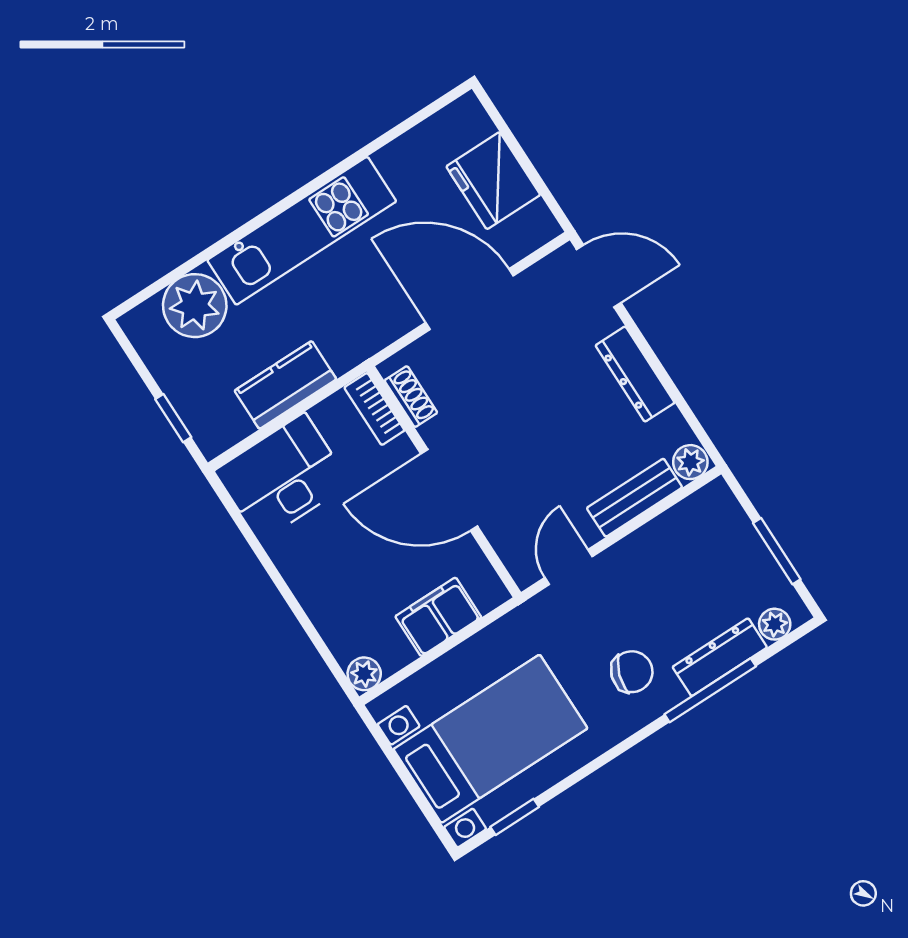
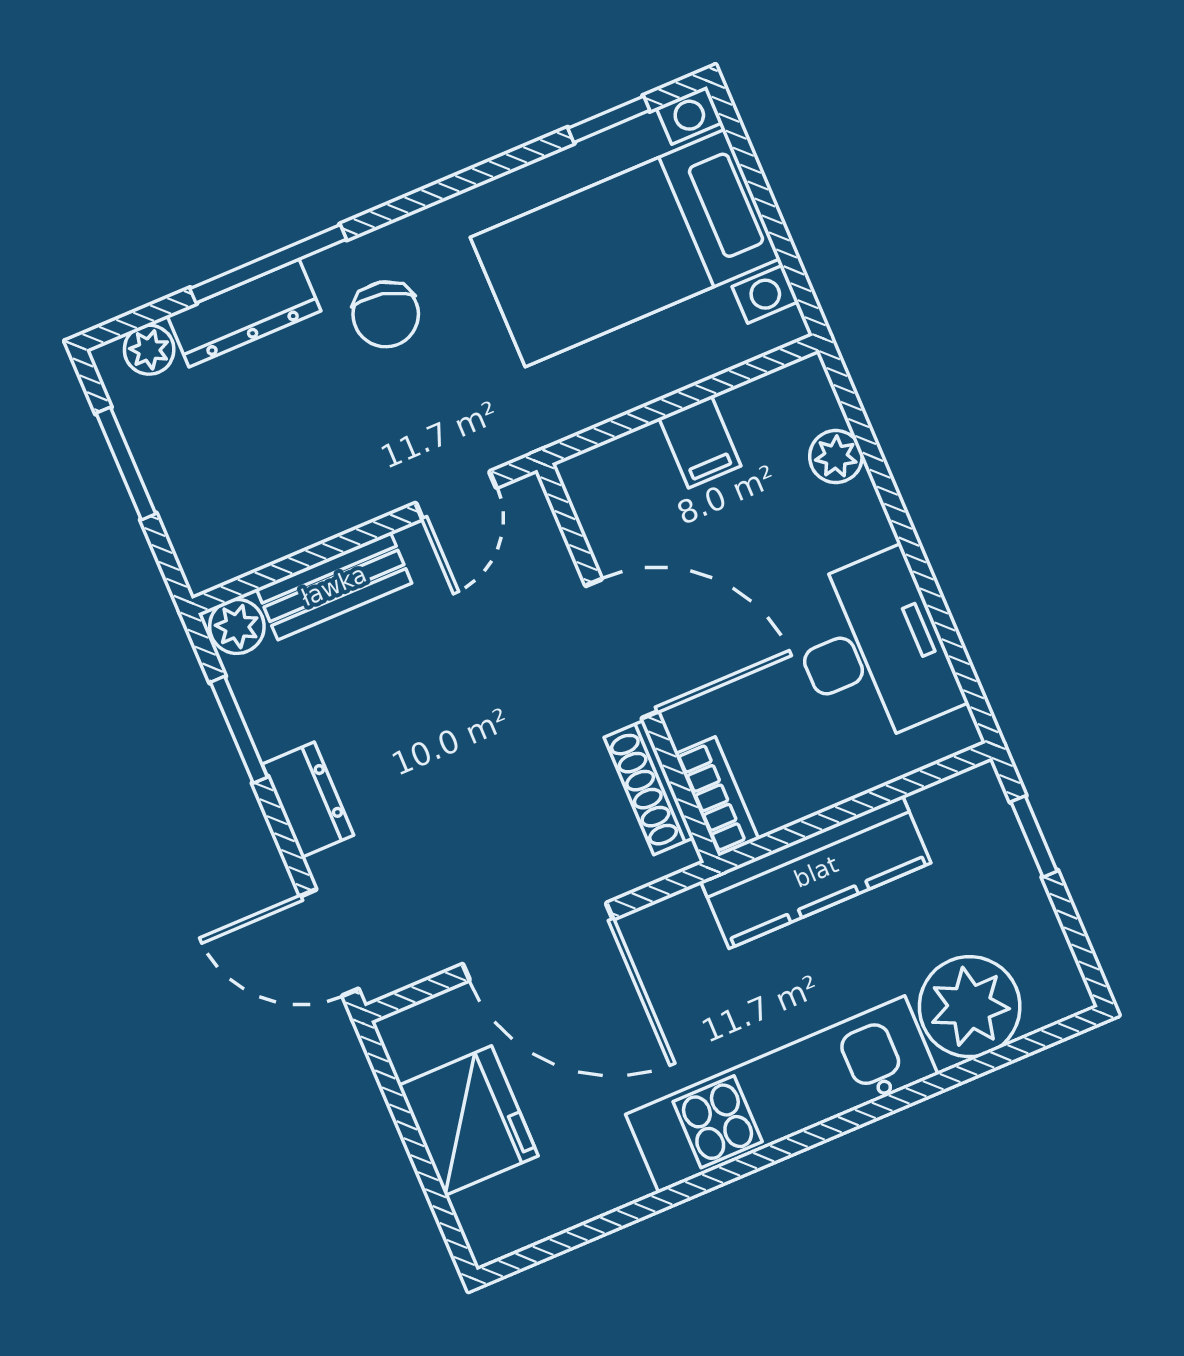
dresser: (635, 374) -> (308, 800), width x0.70
kitchen counter: (285, 385) -> (816, 872), width x1.50
shoe rack: (411, 397) -> (649, 788), width x1.43
window: (678, 398) -> (239, 730), added
desk: (282, 477) -> (872, 650), moved, turned -90
filing cabinet: (438, 617) -> (700, 442), width x0.50
chair: (632, 672) -> (386, 314), turned -95
plant: (364, 674) -> (836, 457), moved

